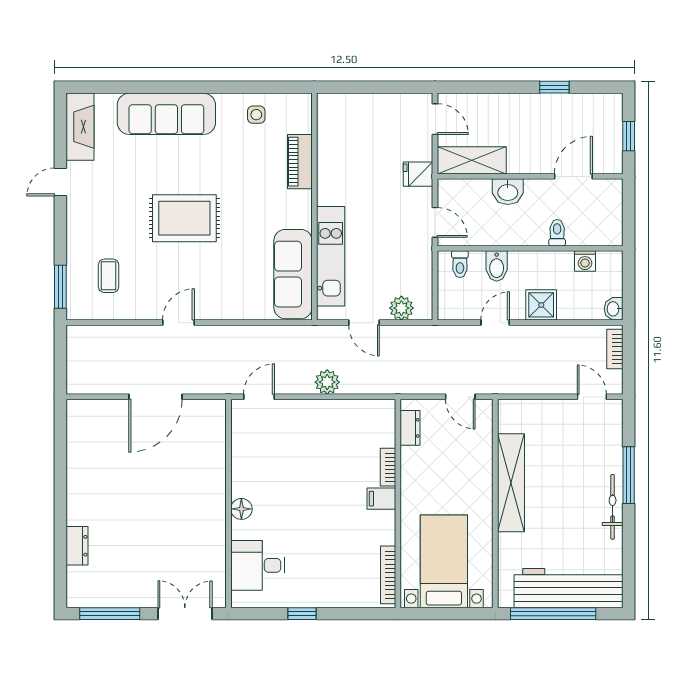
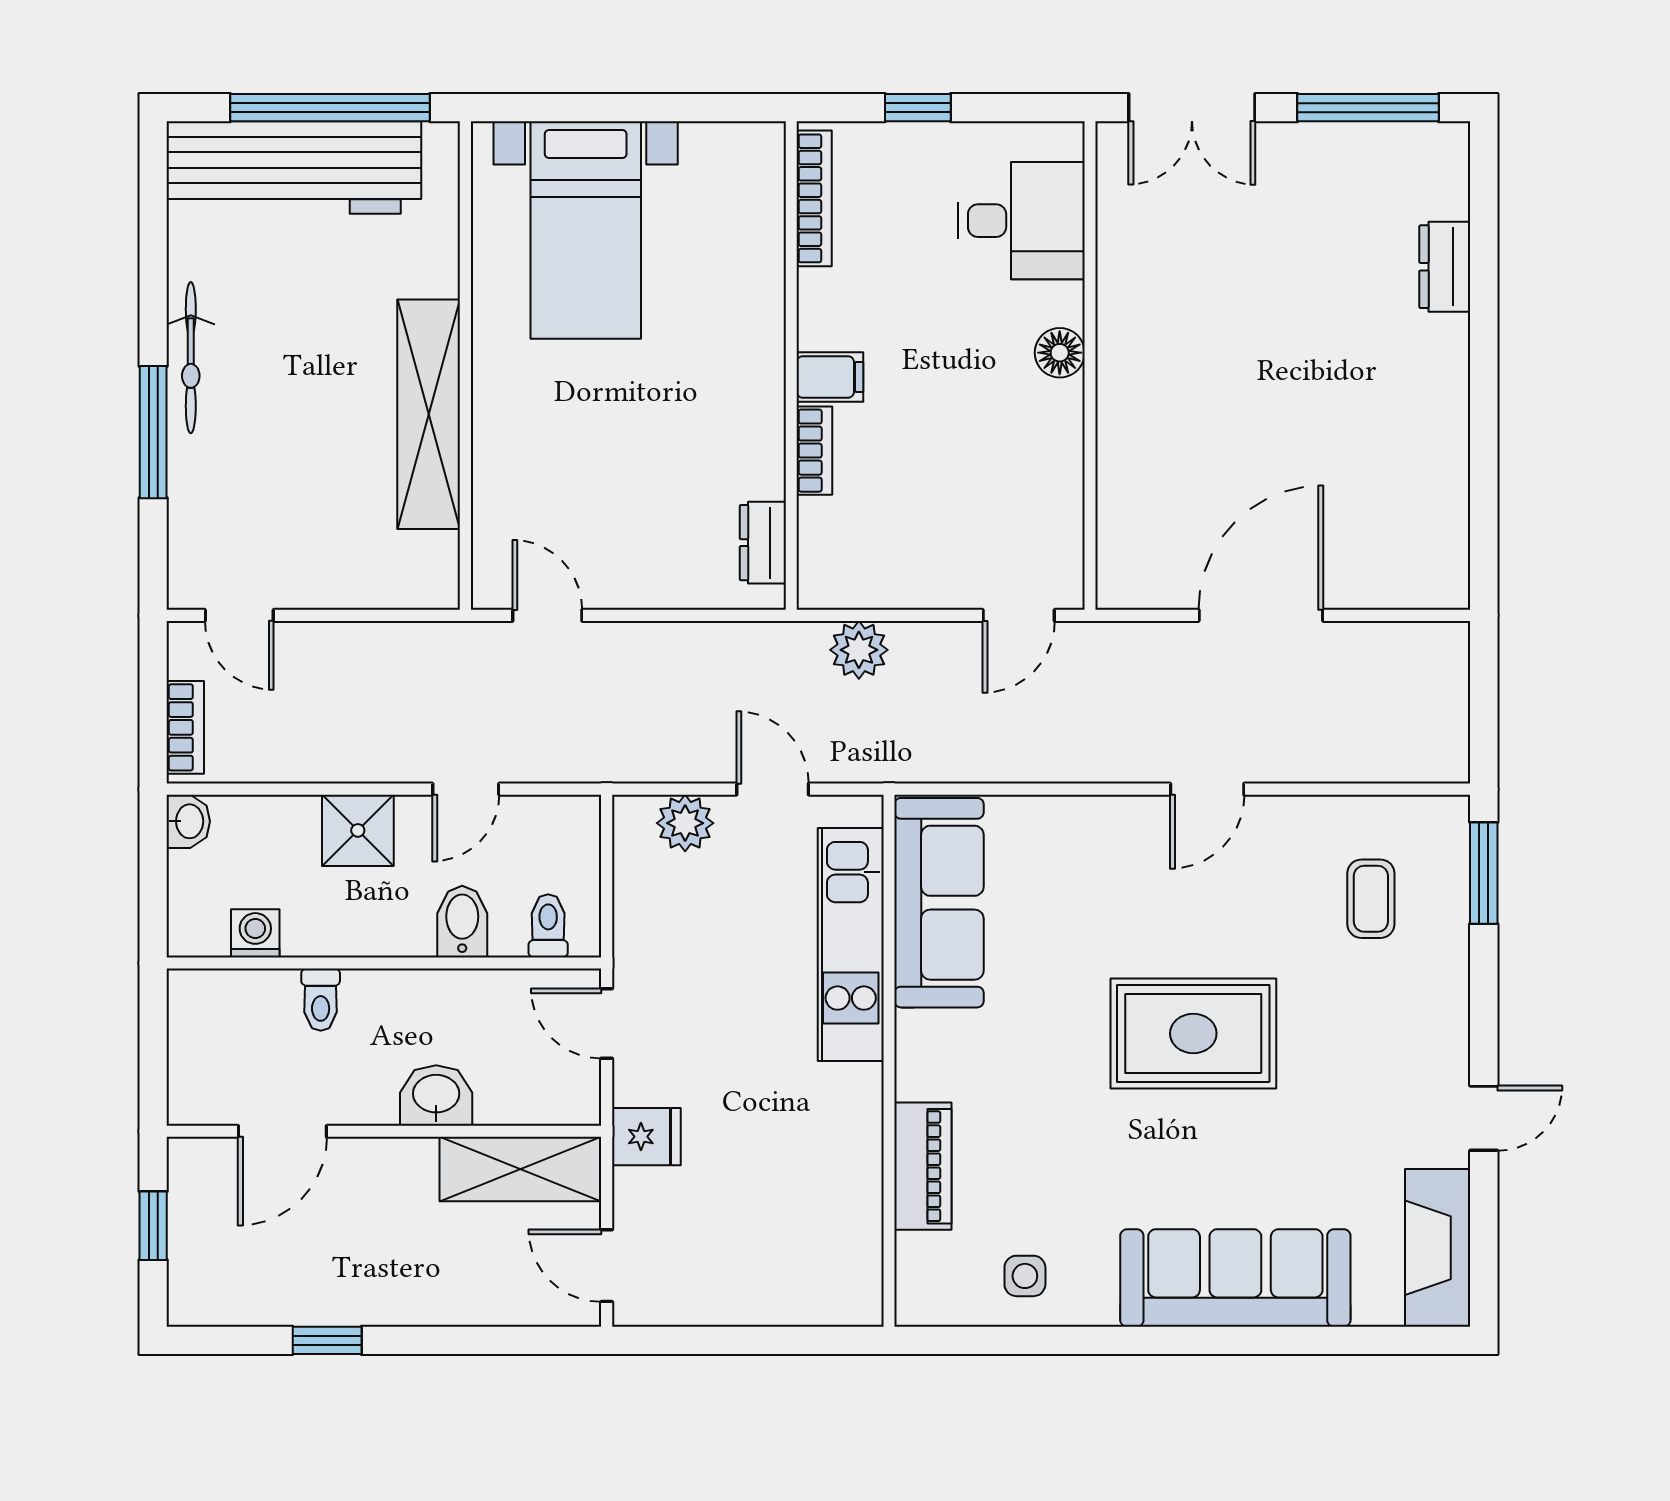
dresser: (410, 428) -> (763, 543), moved
bookcase: (388, 467) -> (814, 451), moved
filing cabinet: (381, 499) -> (830, 377), moved
wall: (398, 503) -> (791, 366), moved
bookcase: (388, 575) -> (814, 198), moved

